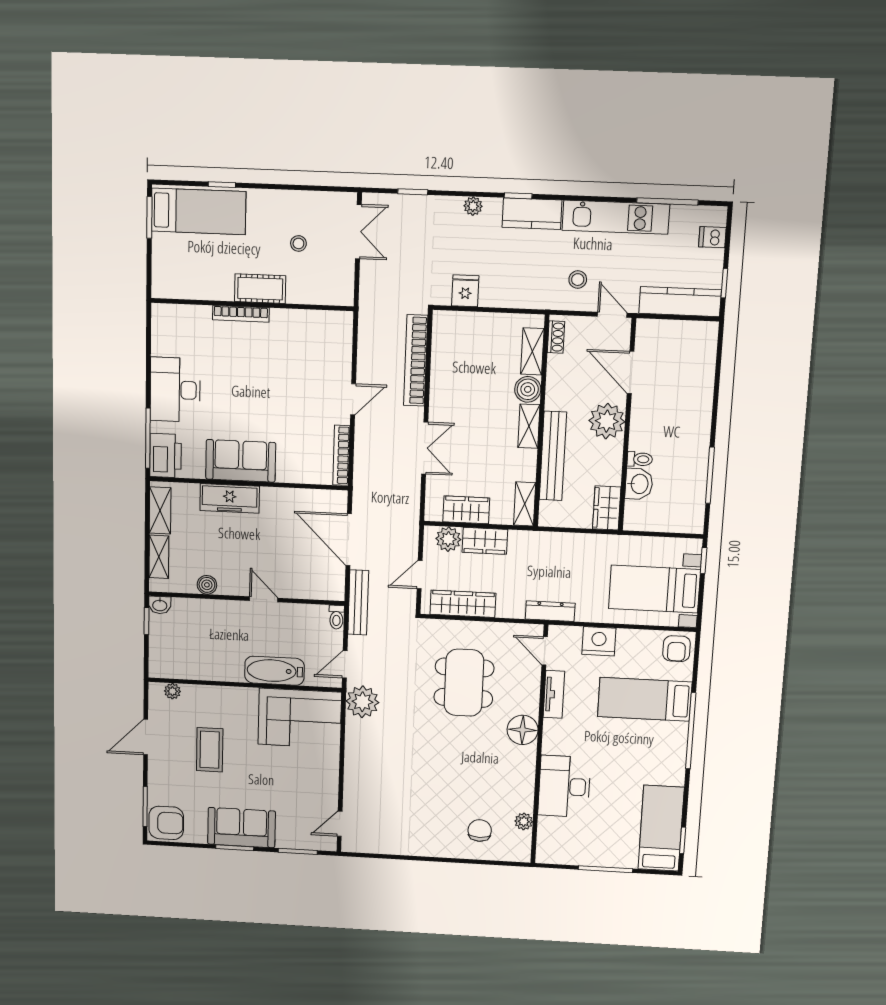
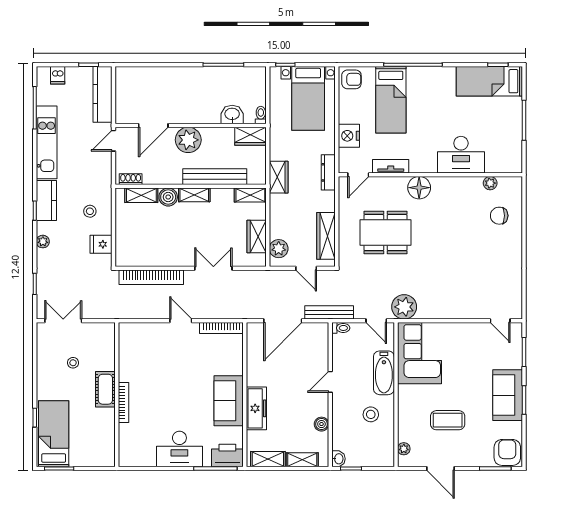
stool: (578, 280) -> (90, 211), moved
toilet: (640, 459) -> (261, 115), moved
wardrobe: (485, 541) -> (279, 177), moved
stool: (219, 651) -> (371, 414), added

